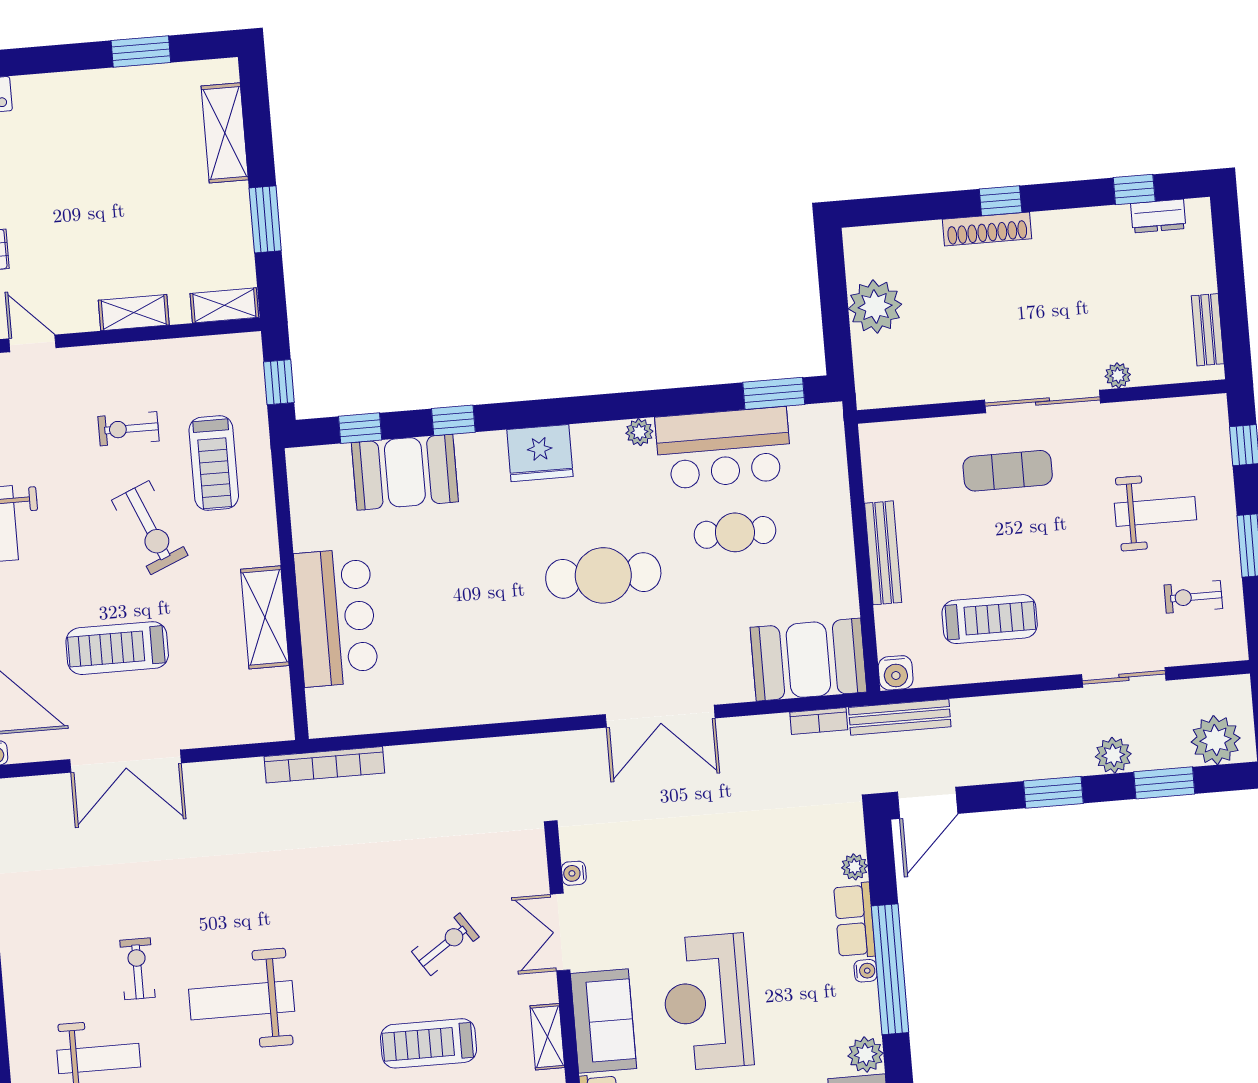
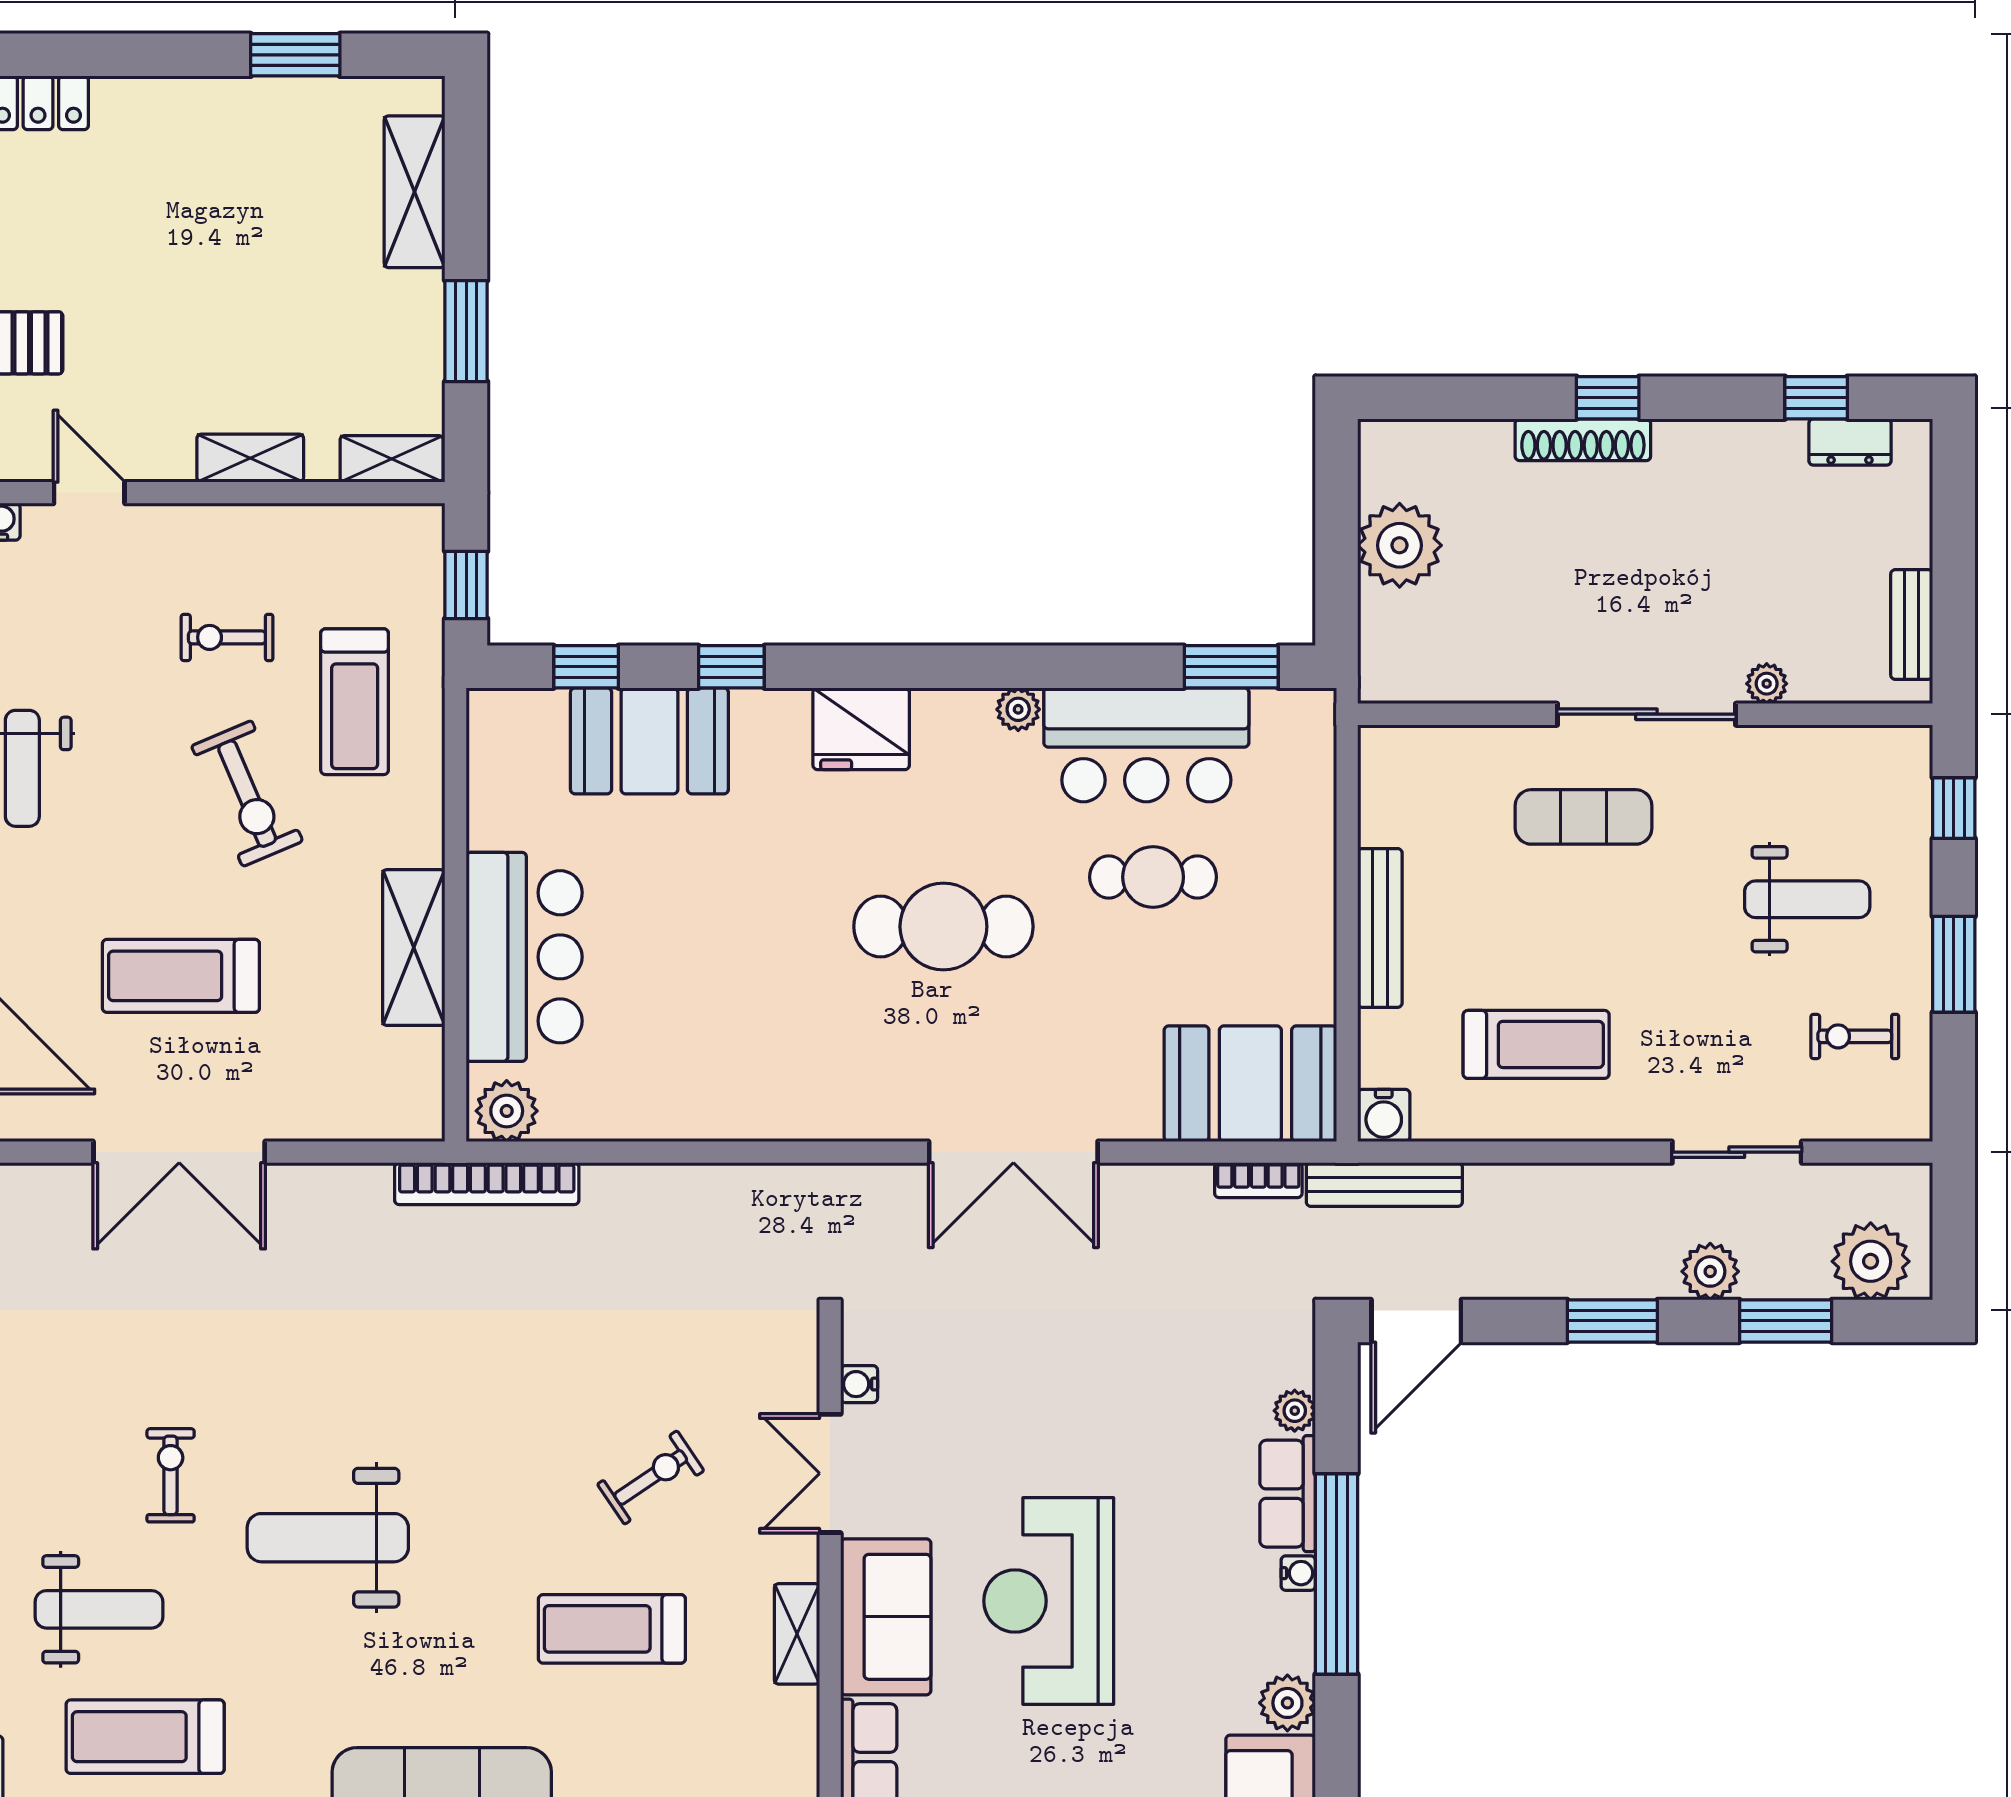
plant: (333, 717) -> (507, 1111), added

